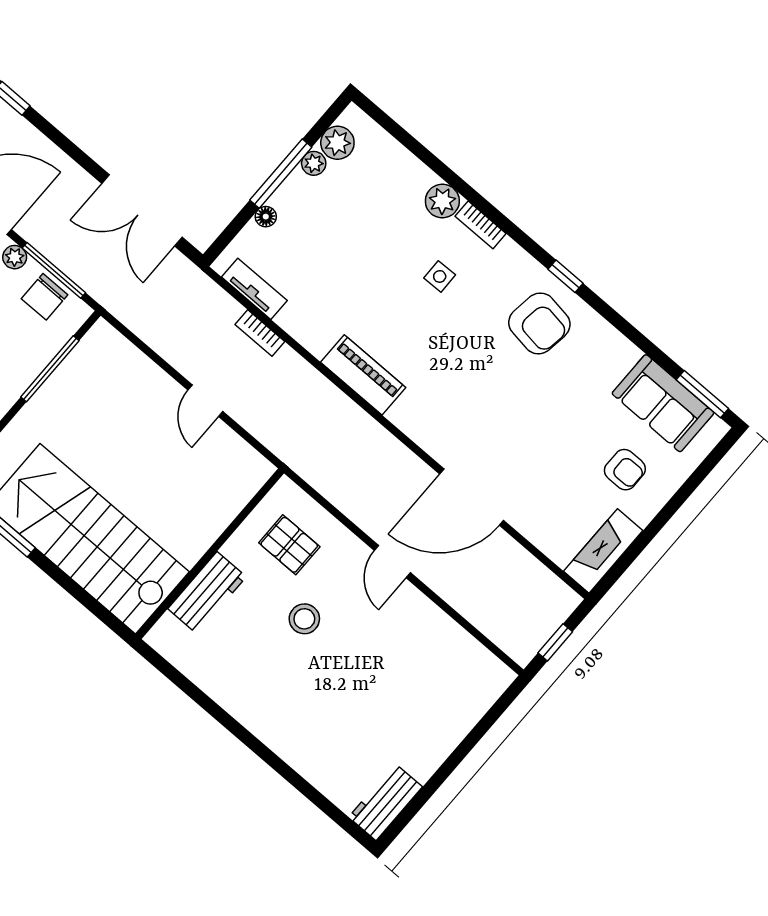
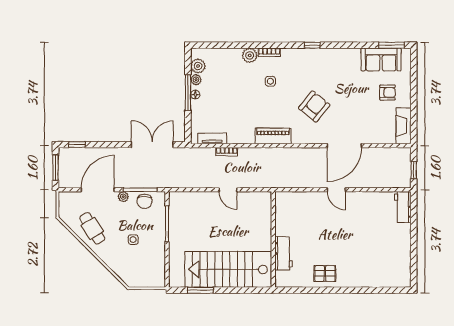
double door: (142, 210) -> (152, 145), swing flipped
floor lamp: (266, 217) -> (195, 95), moved
armchair: (539, 323) -> (314, 106), moved, turned -59
pallet: (289, 545) -> (325, 273), moved
stool: (304, 619) -> (323, 234), removed
workbench: (385, 802) -> (403, 207), moved

